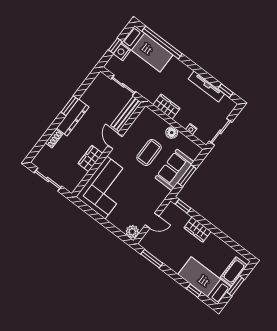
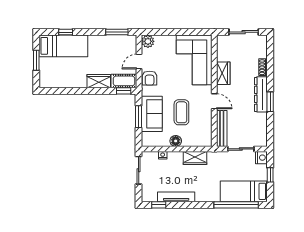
nightstand: (122, 52) -> (261, 158), moved
armchair: (154, 200) -> (150, 78), added
cot: (234, 271) -> (124, 81), moved, turned 90

